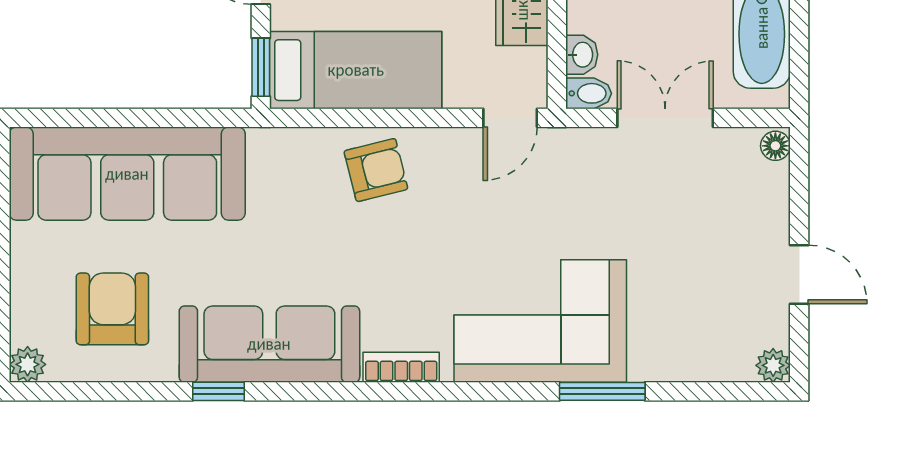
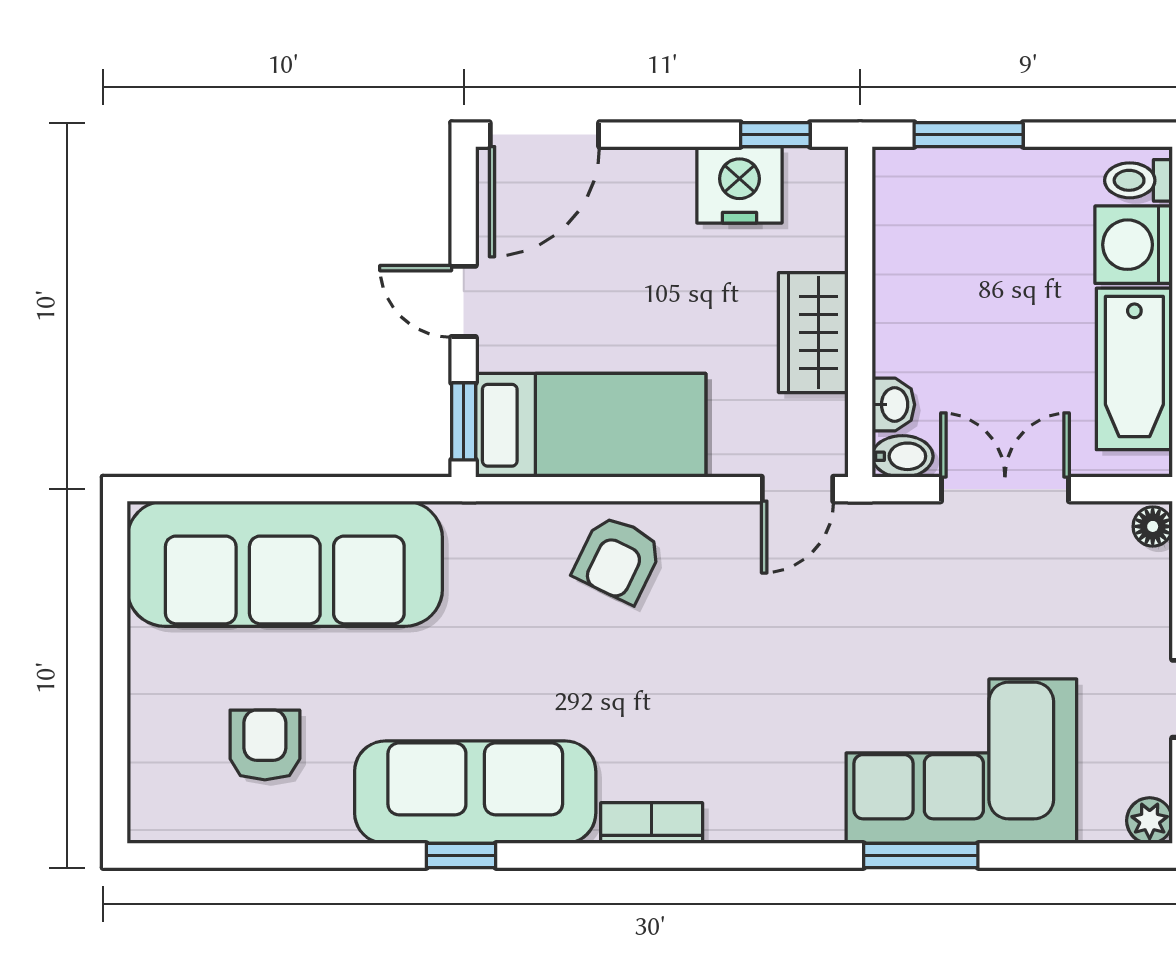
armchair: (376, 170) -> (618, 559), turned 130
armchair: (112, 309) -> (265, 745), width x0.72, depth x0.72
corner sofa: (540, 321) -> (961, 761), moved
plant: (28, 364) -> (151, 819), removed
window: (219, 391) -> (461, 855), moved

